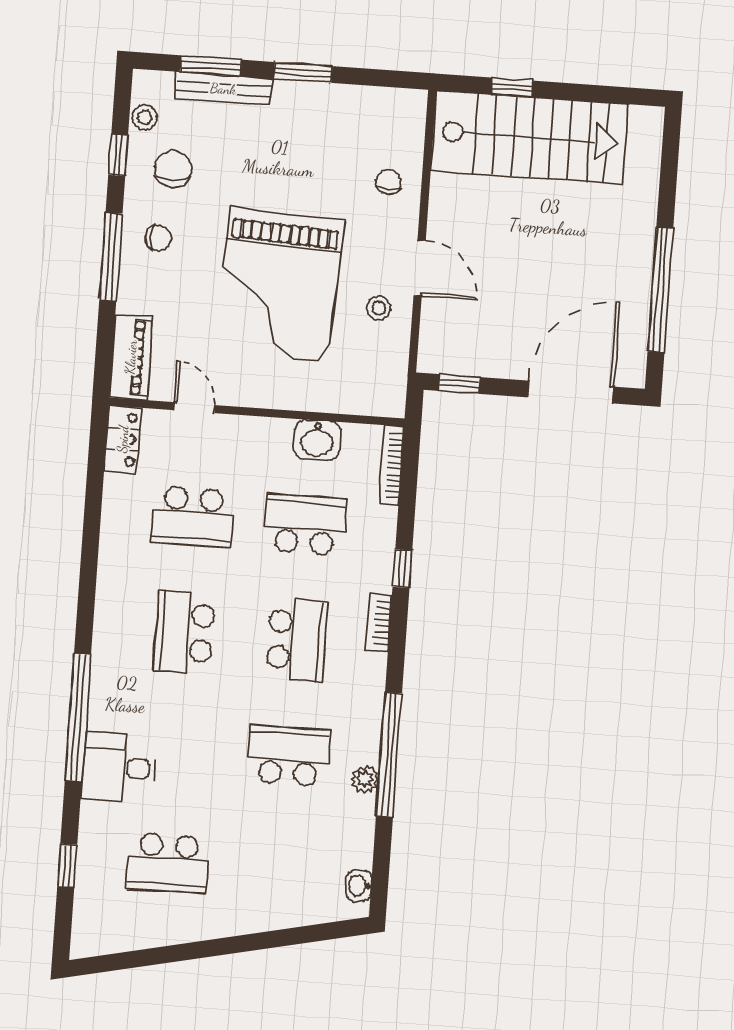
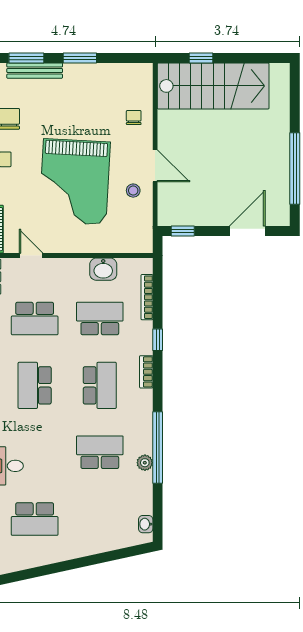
door: (571, 392) -> (247, 231), width x0.73
bookcase: (391, 465) -> (147, 297), moved

